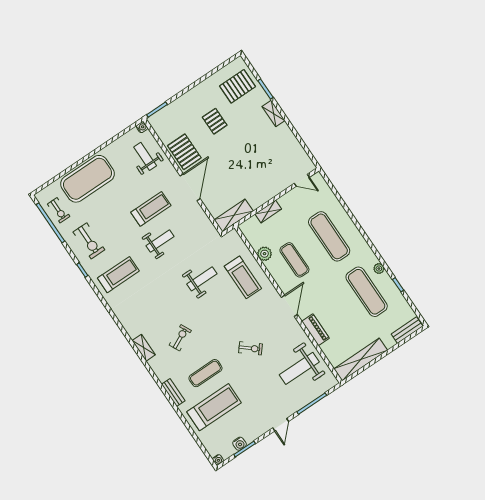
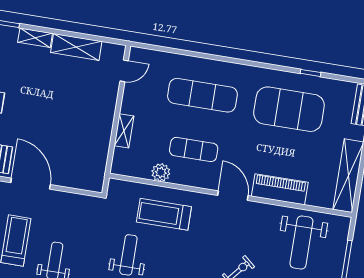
shelving: (234, 215) -> (76, 47), moved, turned 90
plant: (379, 269) -> (278, 77), removed
treadmill: (243, 277) -> (164, 214), turned 180
exercise mat: (367, 292) -> (289, 109), width x1.47
piano: (316, 330) -> (280, 189), width x1.37, depth x1.33

